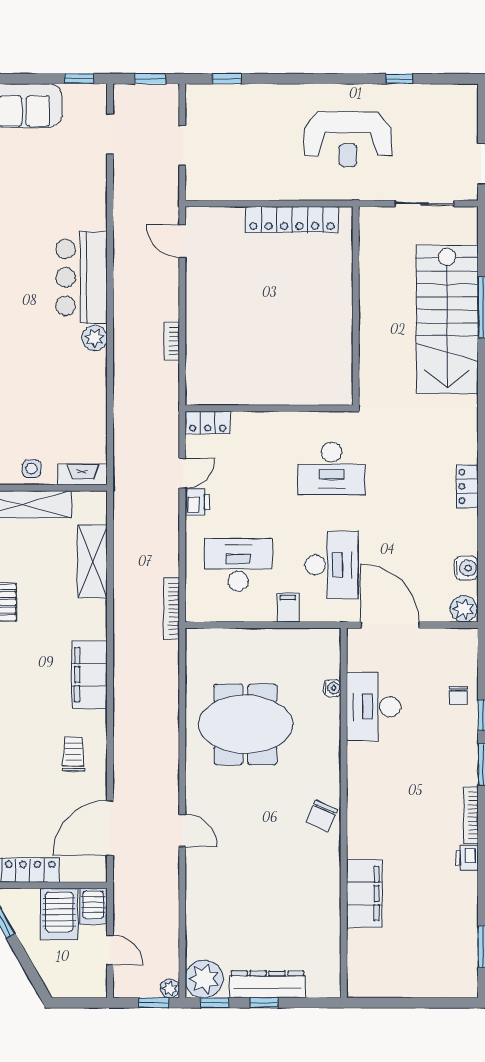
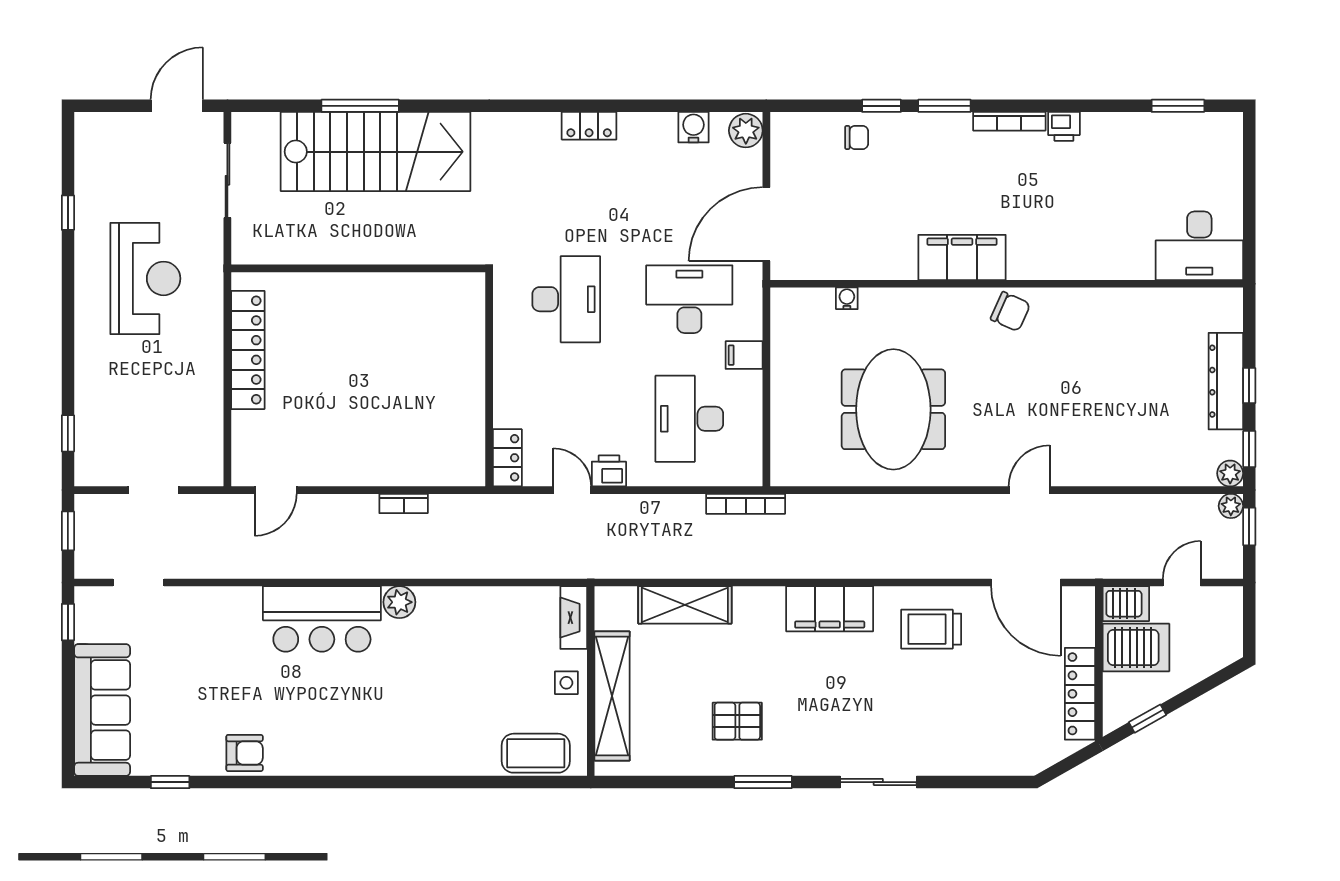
desk: (373, 707) -> (1199, 246), moved
trolley: (74, 754) -> (931, 629), width x1.36, depth x1.39
filing cabinet: (364, 893) -> (962, 257), moved
plant: (204, 979) -> (1230, 473), width x0.53, depth x0.53

